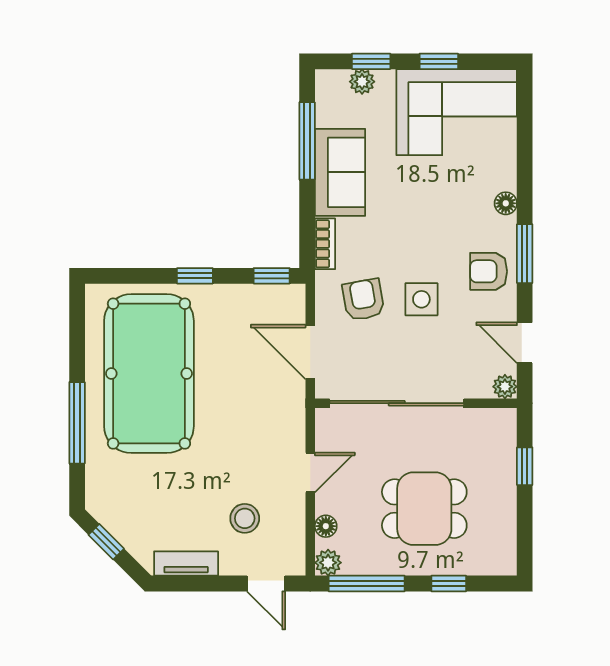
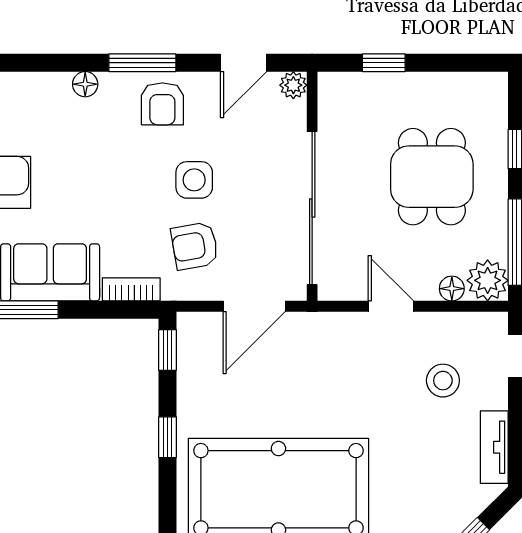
plant: (328, 563) -> (488, 280), width x1.38, depth x1.38

